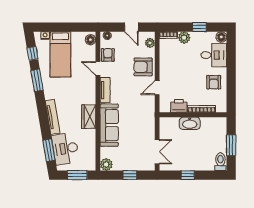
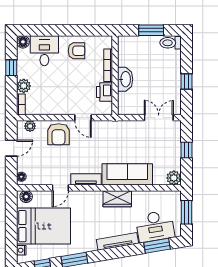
bed: (60, 54) -> (44, 226), width x1.50
armchair: (108, 55) -> (44, 176), removed

